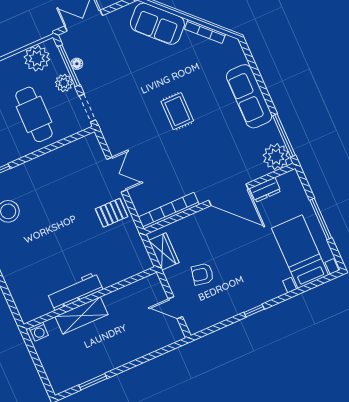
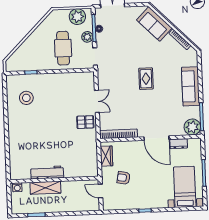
workbench: (75, 291) -> (47, 172), moved
wall: (90, 298) -> (54, 180), moved
shelving: (82, 316) -> (45, 188), moved
washing machine: (39, 332) -> (17, 187), moved

